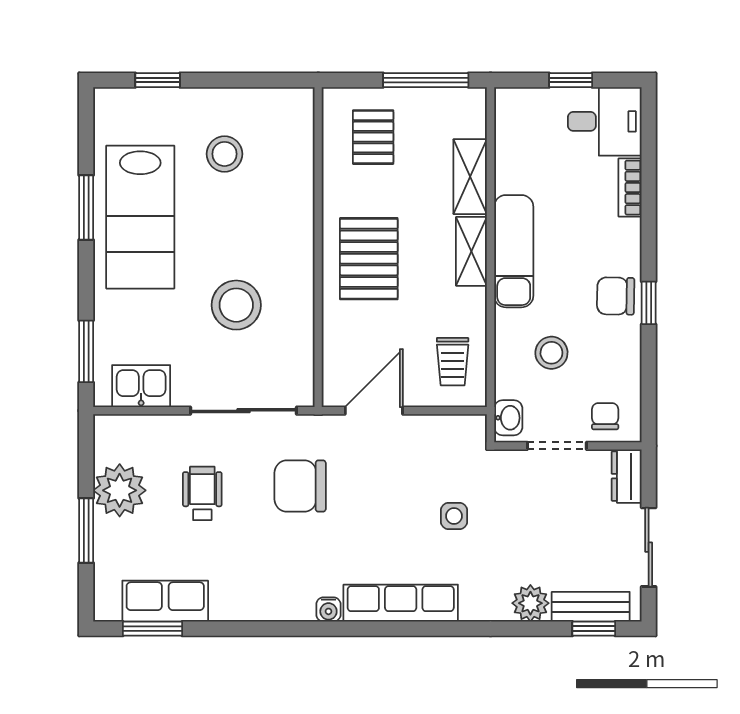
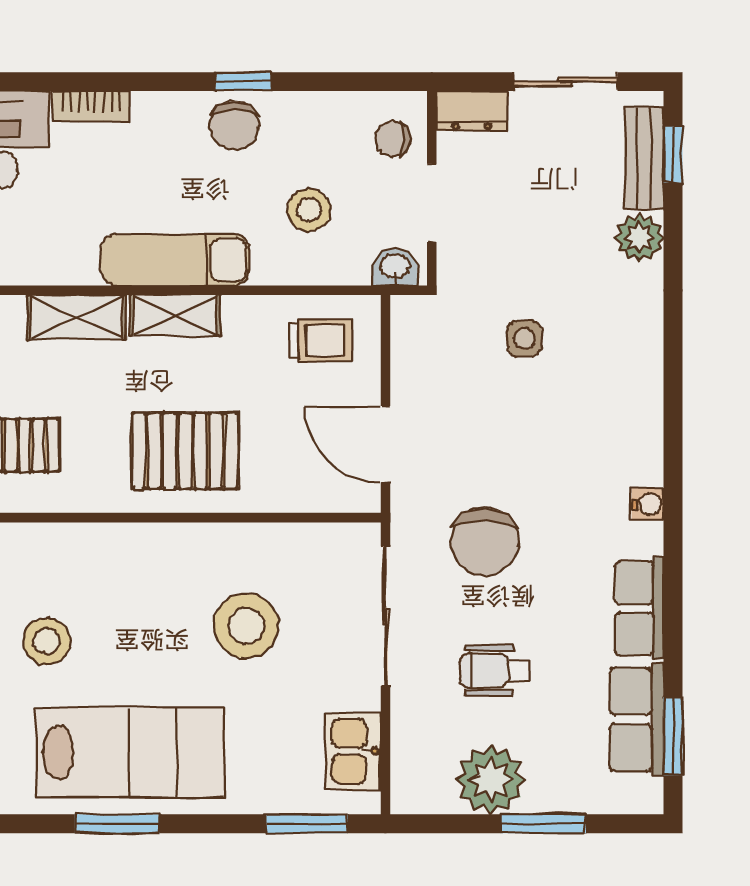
row of seats: (401, 603) -> (639, 608), moved, width x0.68

